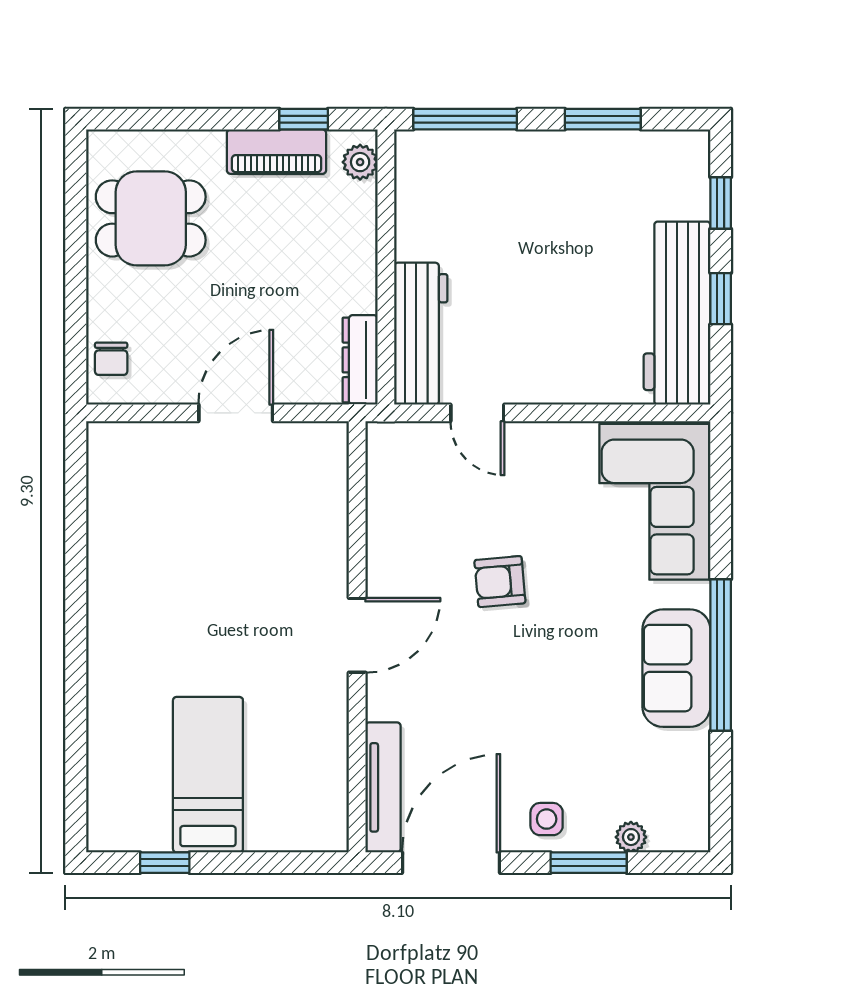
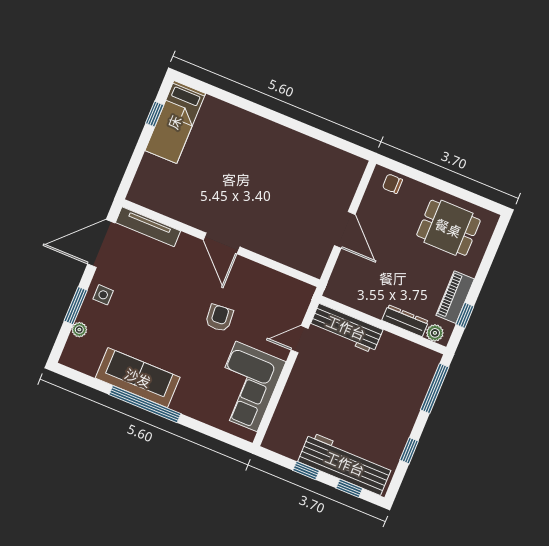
window: (603, 119) -> (409, 451), width x0.67
dining table: (151, 218) -> (448, 228), turned 90
workbench: (677, 313) -> (345, 464), moved
dresser: (360, 360) -> (405, 321), moved
corner sofa: (655, 502) -> (246, 386), moved, turned -90
sofa: (676, 668) -> (138, 378), width x1.36
bed: (208, 775) -> (175, 122), moved, turned 90
door: (451, 863) -> (101, 243), swing flipped

